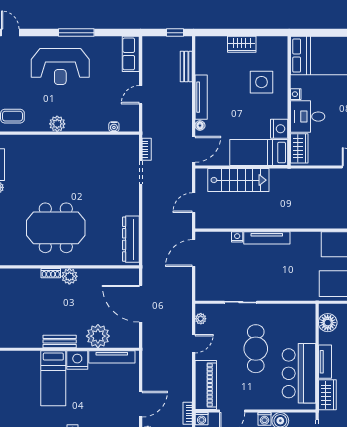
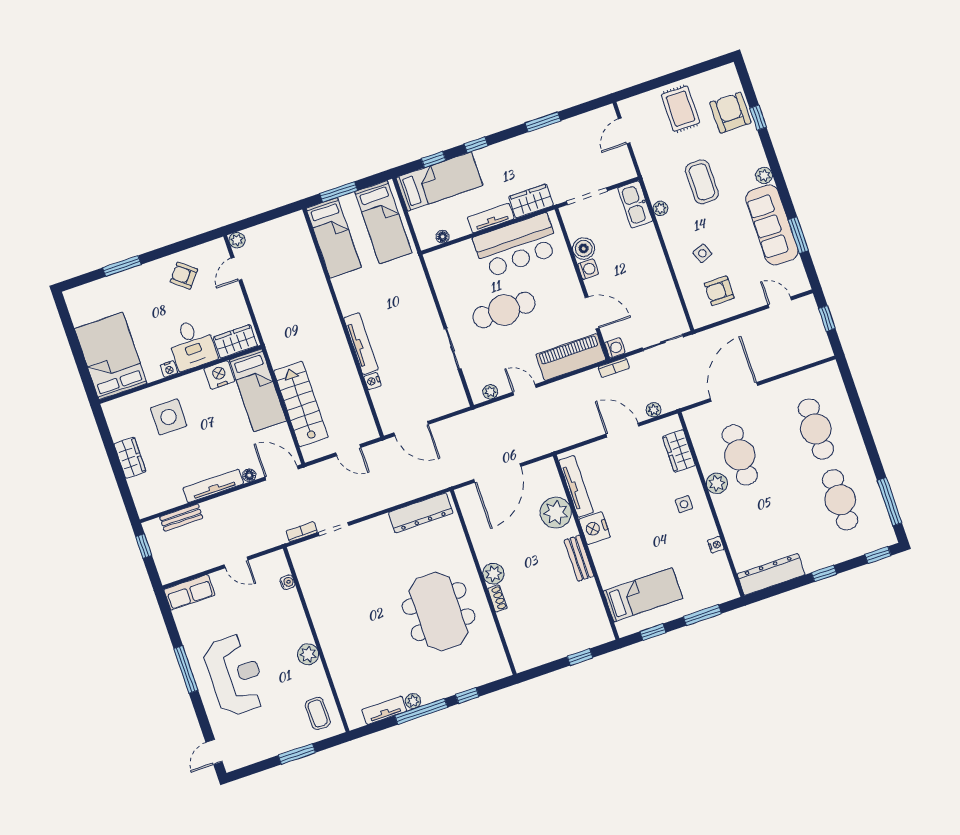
floor lamp: (328, 323) -> (443, 237), width x0.53, depth x0.53
bed: (53, 378) -> (643, 595), moved

